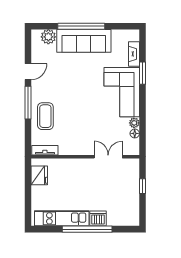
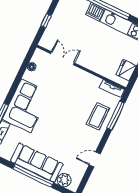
window: (28, 103) -> (116, 116), moved
plant: (134, 123) -> (28, 76), removed
double door: (108, 157) -> (62, 58), swing flipped

